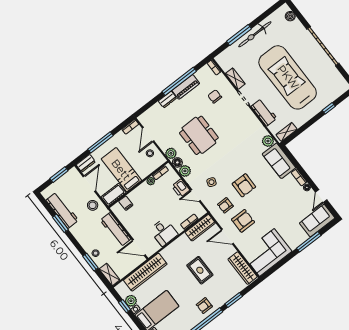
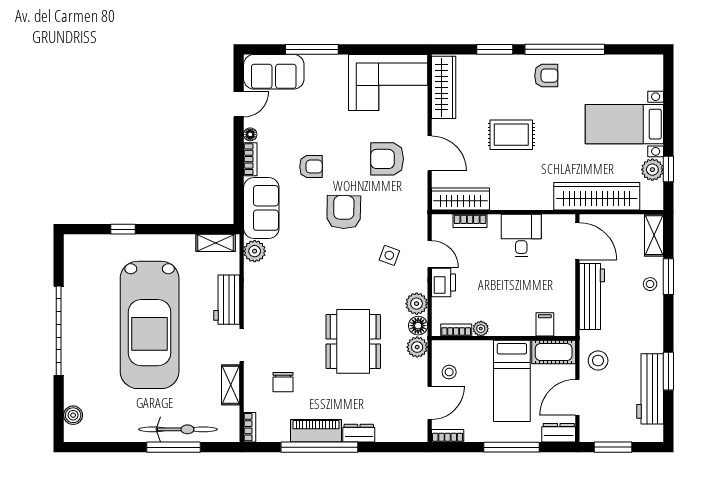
bicycle: (255, 34) -> (178, 429), moved
armchair: (225, 205) -> (311, 167), moved
rug: (200, 270) -> (511, 135), turned 90

